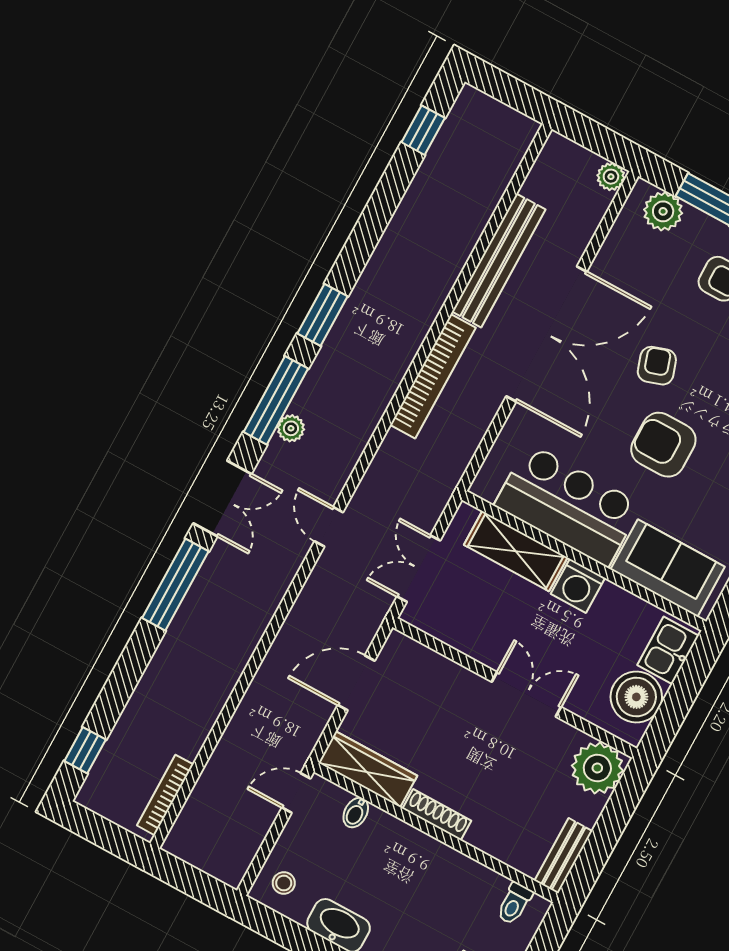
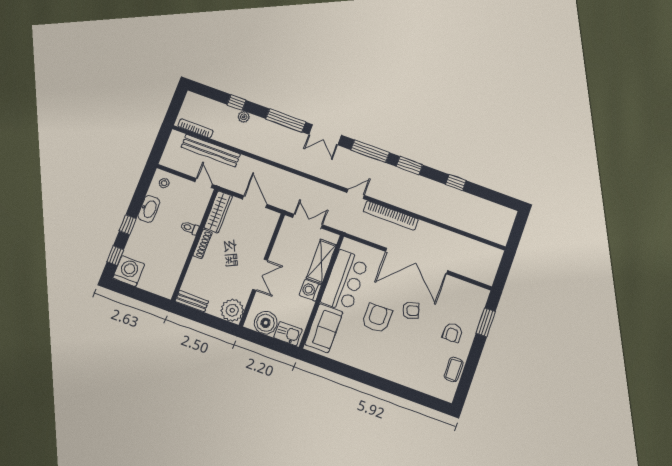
window: (423, 130) -> (456, 183), moved
plant: (611, 177) -> (488, 279), removed
plant: (663, 211) -> (477, 303), removed
bench: (499, 261) -> (211, 151), moved
plant: (291, 428) -> (244, 117), moved
door: (329, 527) -> (356, 194), moved
window: (85, 750) -> (236, 102), moved
bidet: (356, 813) -> (199, 209), removed
toilet: (514, 903) -> (190, 228), moved

